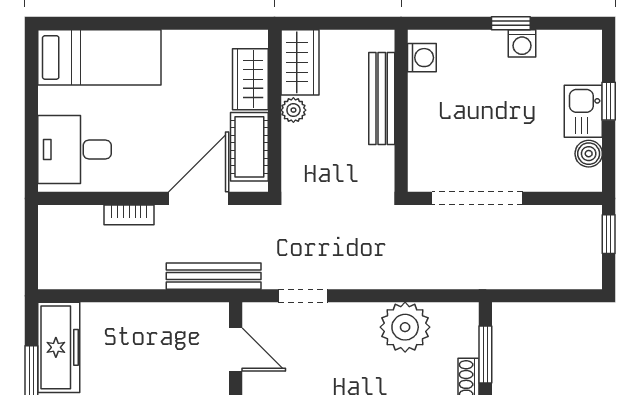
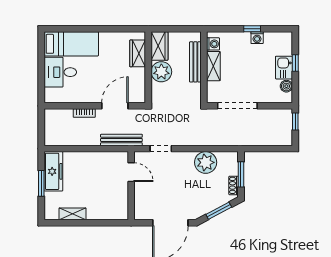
shelving: (423, 108) -> (213, 66), added
plant: (293, 110) -> (161, 72), width x1.88, depth x1.88
cot: (249, 147) -> (137, 83), removed
desk: (74, 150) -> (60, 72), moved

